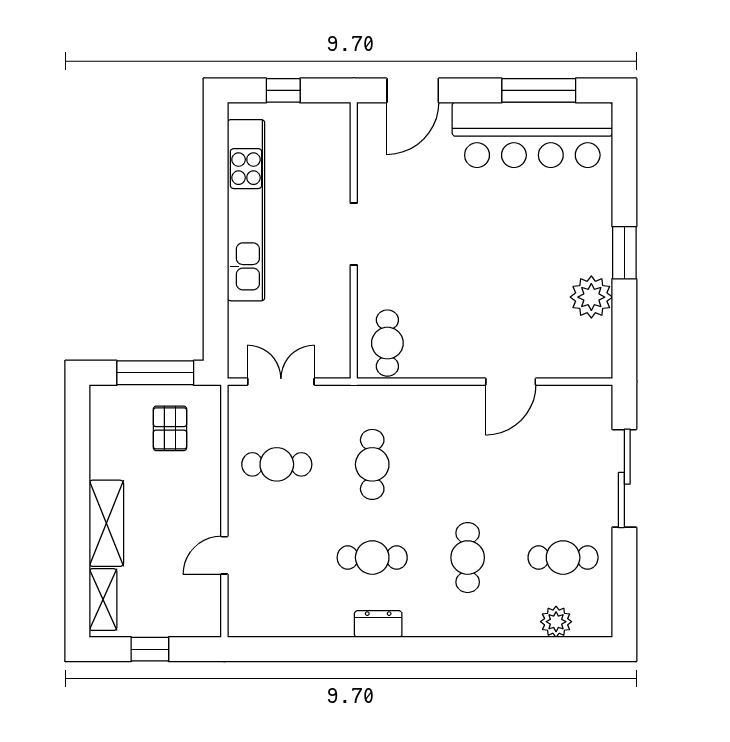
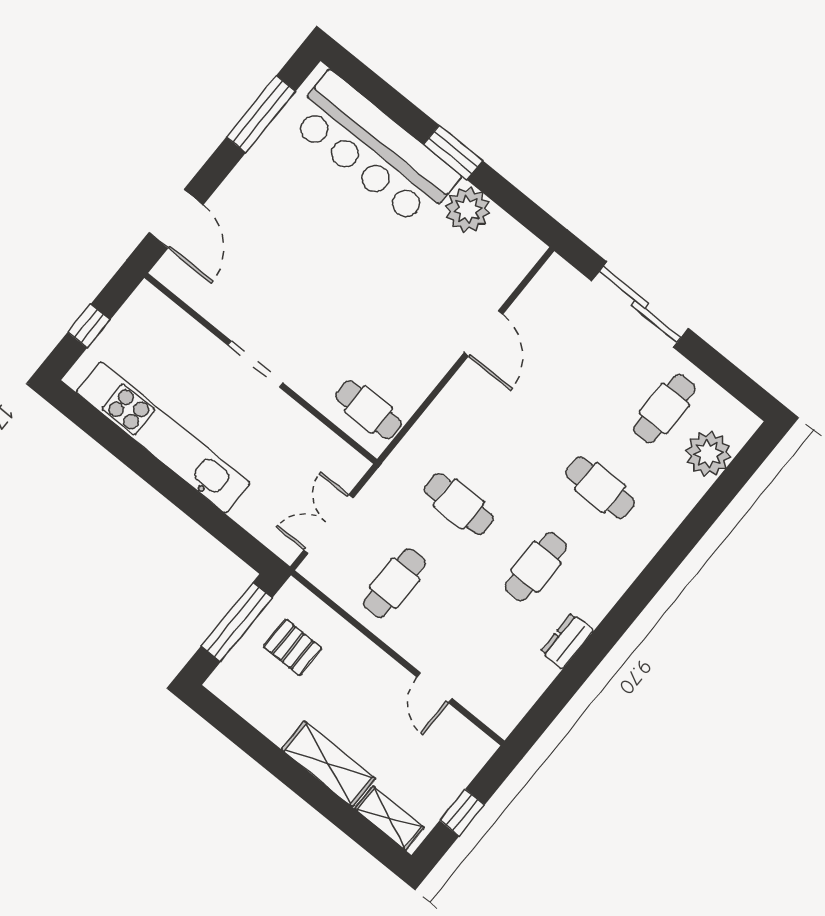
bar counter: (532, 135) -> (374, 149), moved, turned 90
plant: (556, 622) -> (708, 454), width x1.36, depth x1.36
dresser: (378, 624) -> (567, 641), moved

